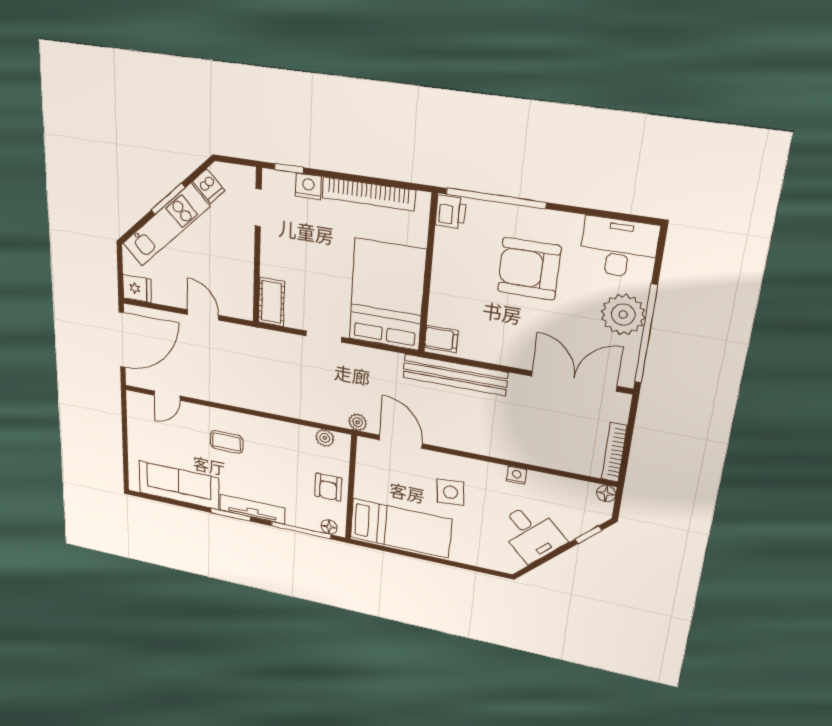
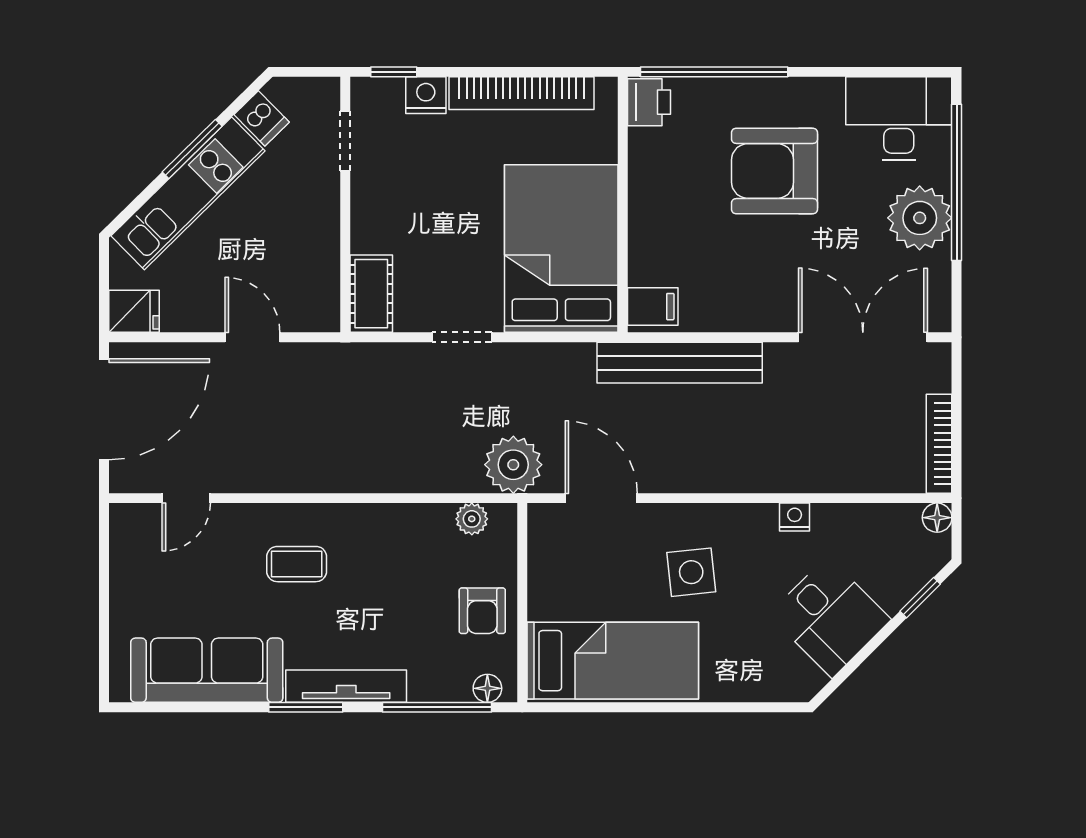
window: (646, 334) -> (957, 182), moved
plant: (358, 422) -> (513, 465), width x1.87, depth x1.87

